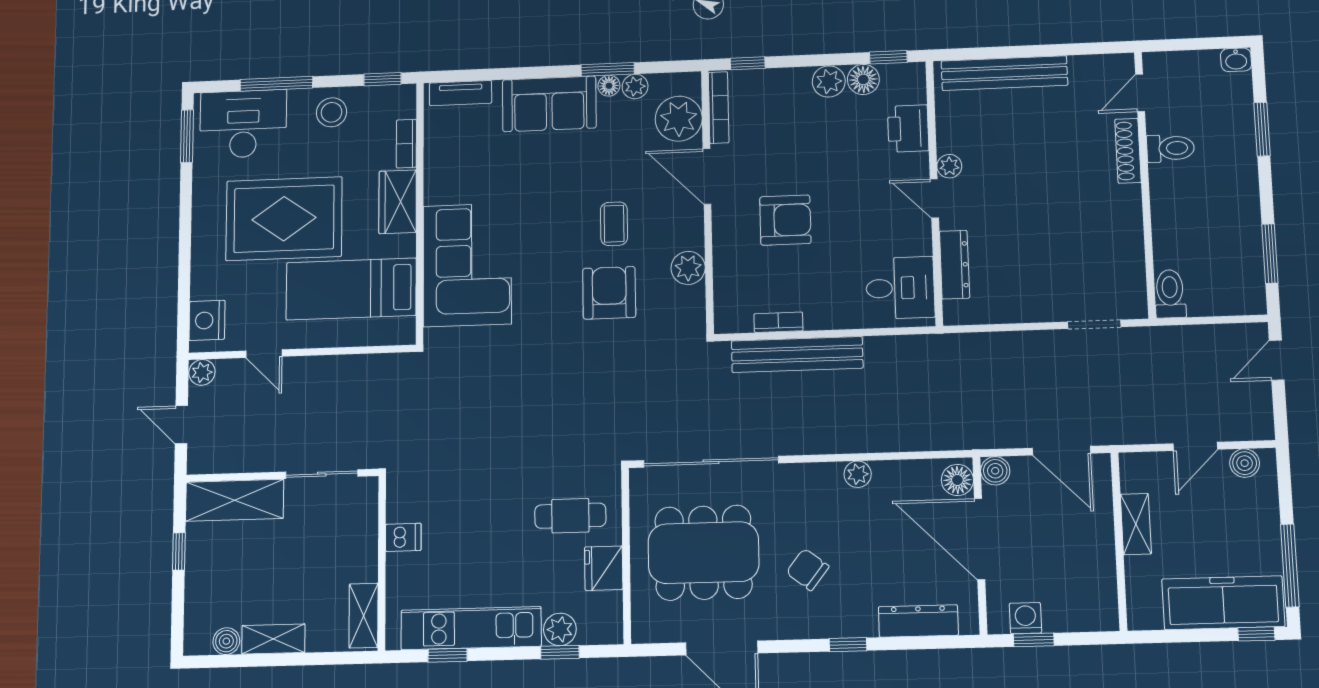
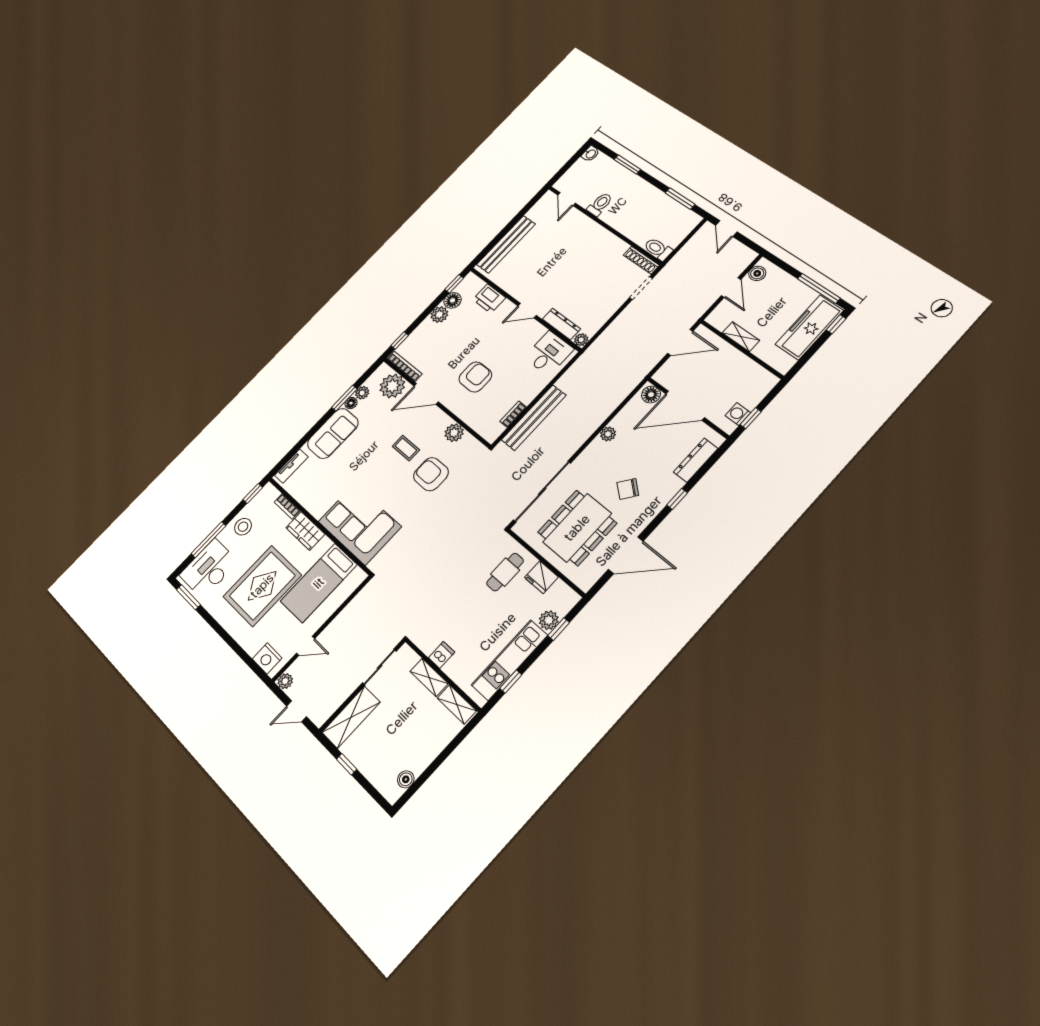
shoe rack: (1128, 151) -> (641, 260), moved
plant: (949, 166) -> (581, 340), moved
boiler: (995, 471) -> (662, 376), removed
shelving: (273, 639) -> (429, 677), moved, turned 90

